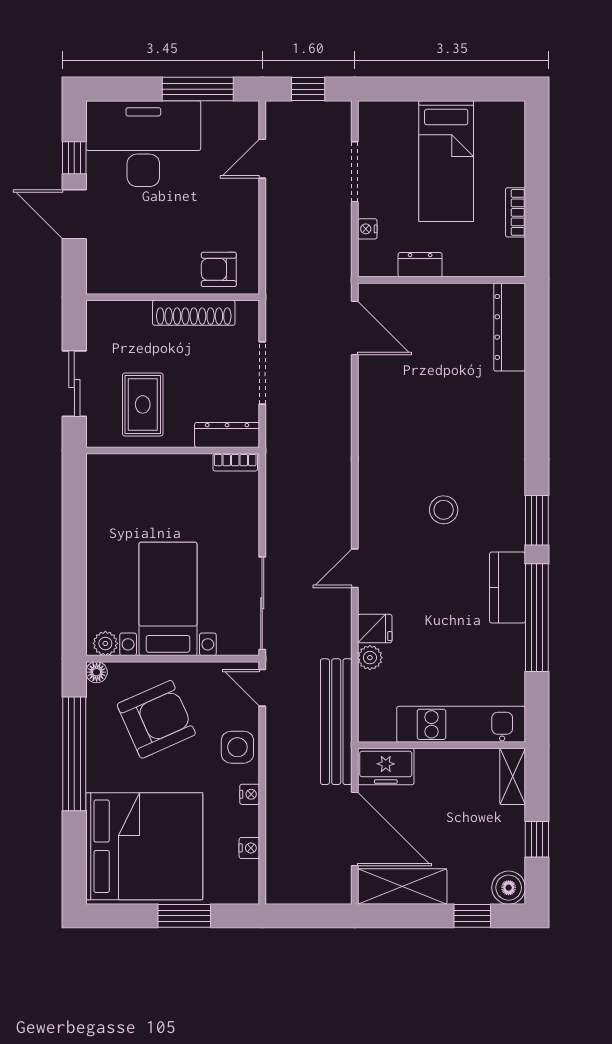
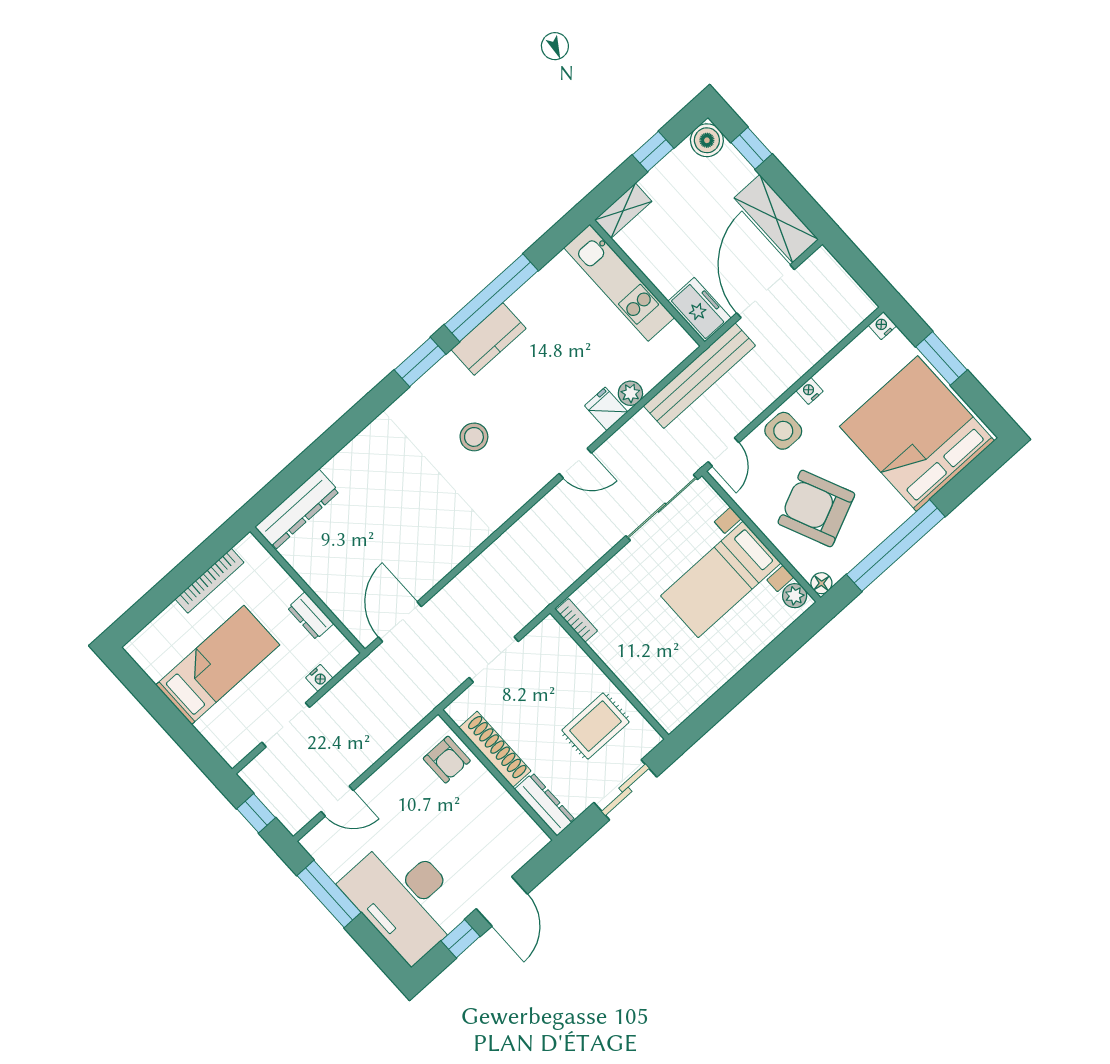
bookcase: (515, 212) -> (209, 581), width x1.56
dresser: (227, 435) -> (545, 804), moved, turned 180
nightstand: (249, 848) -> (882, 326), moved

